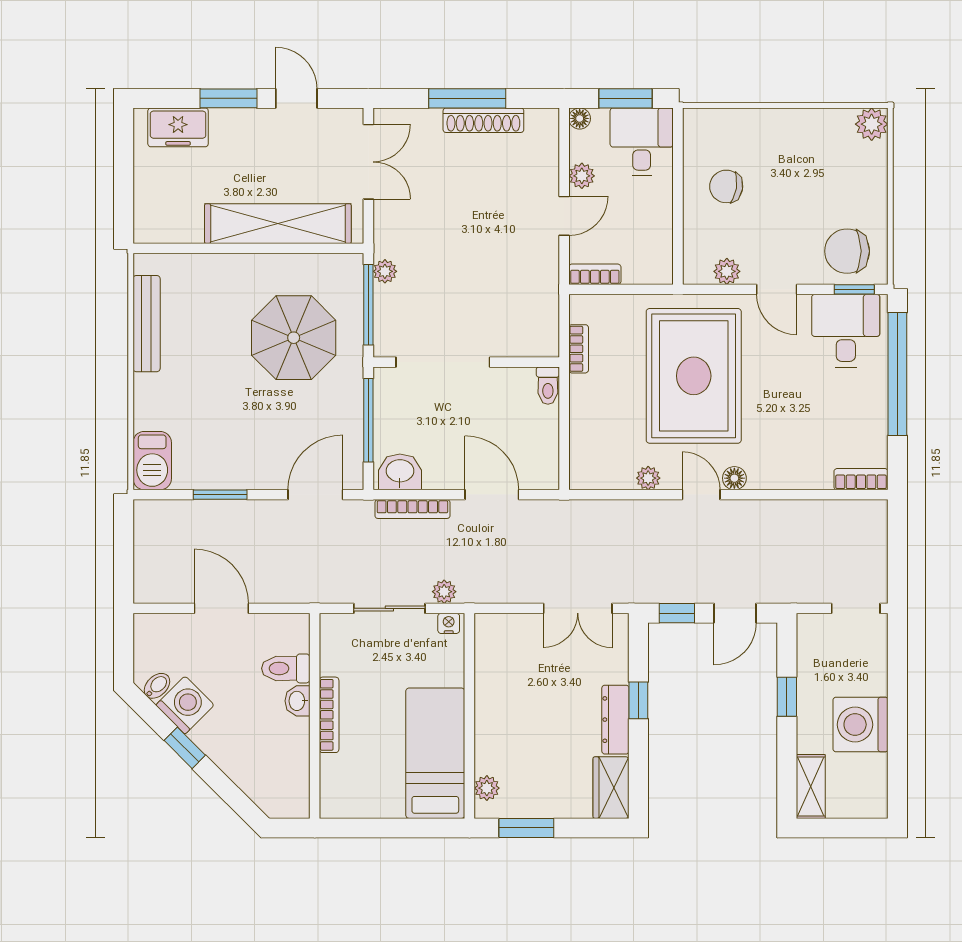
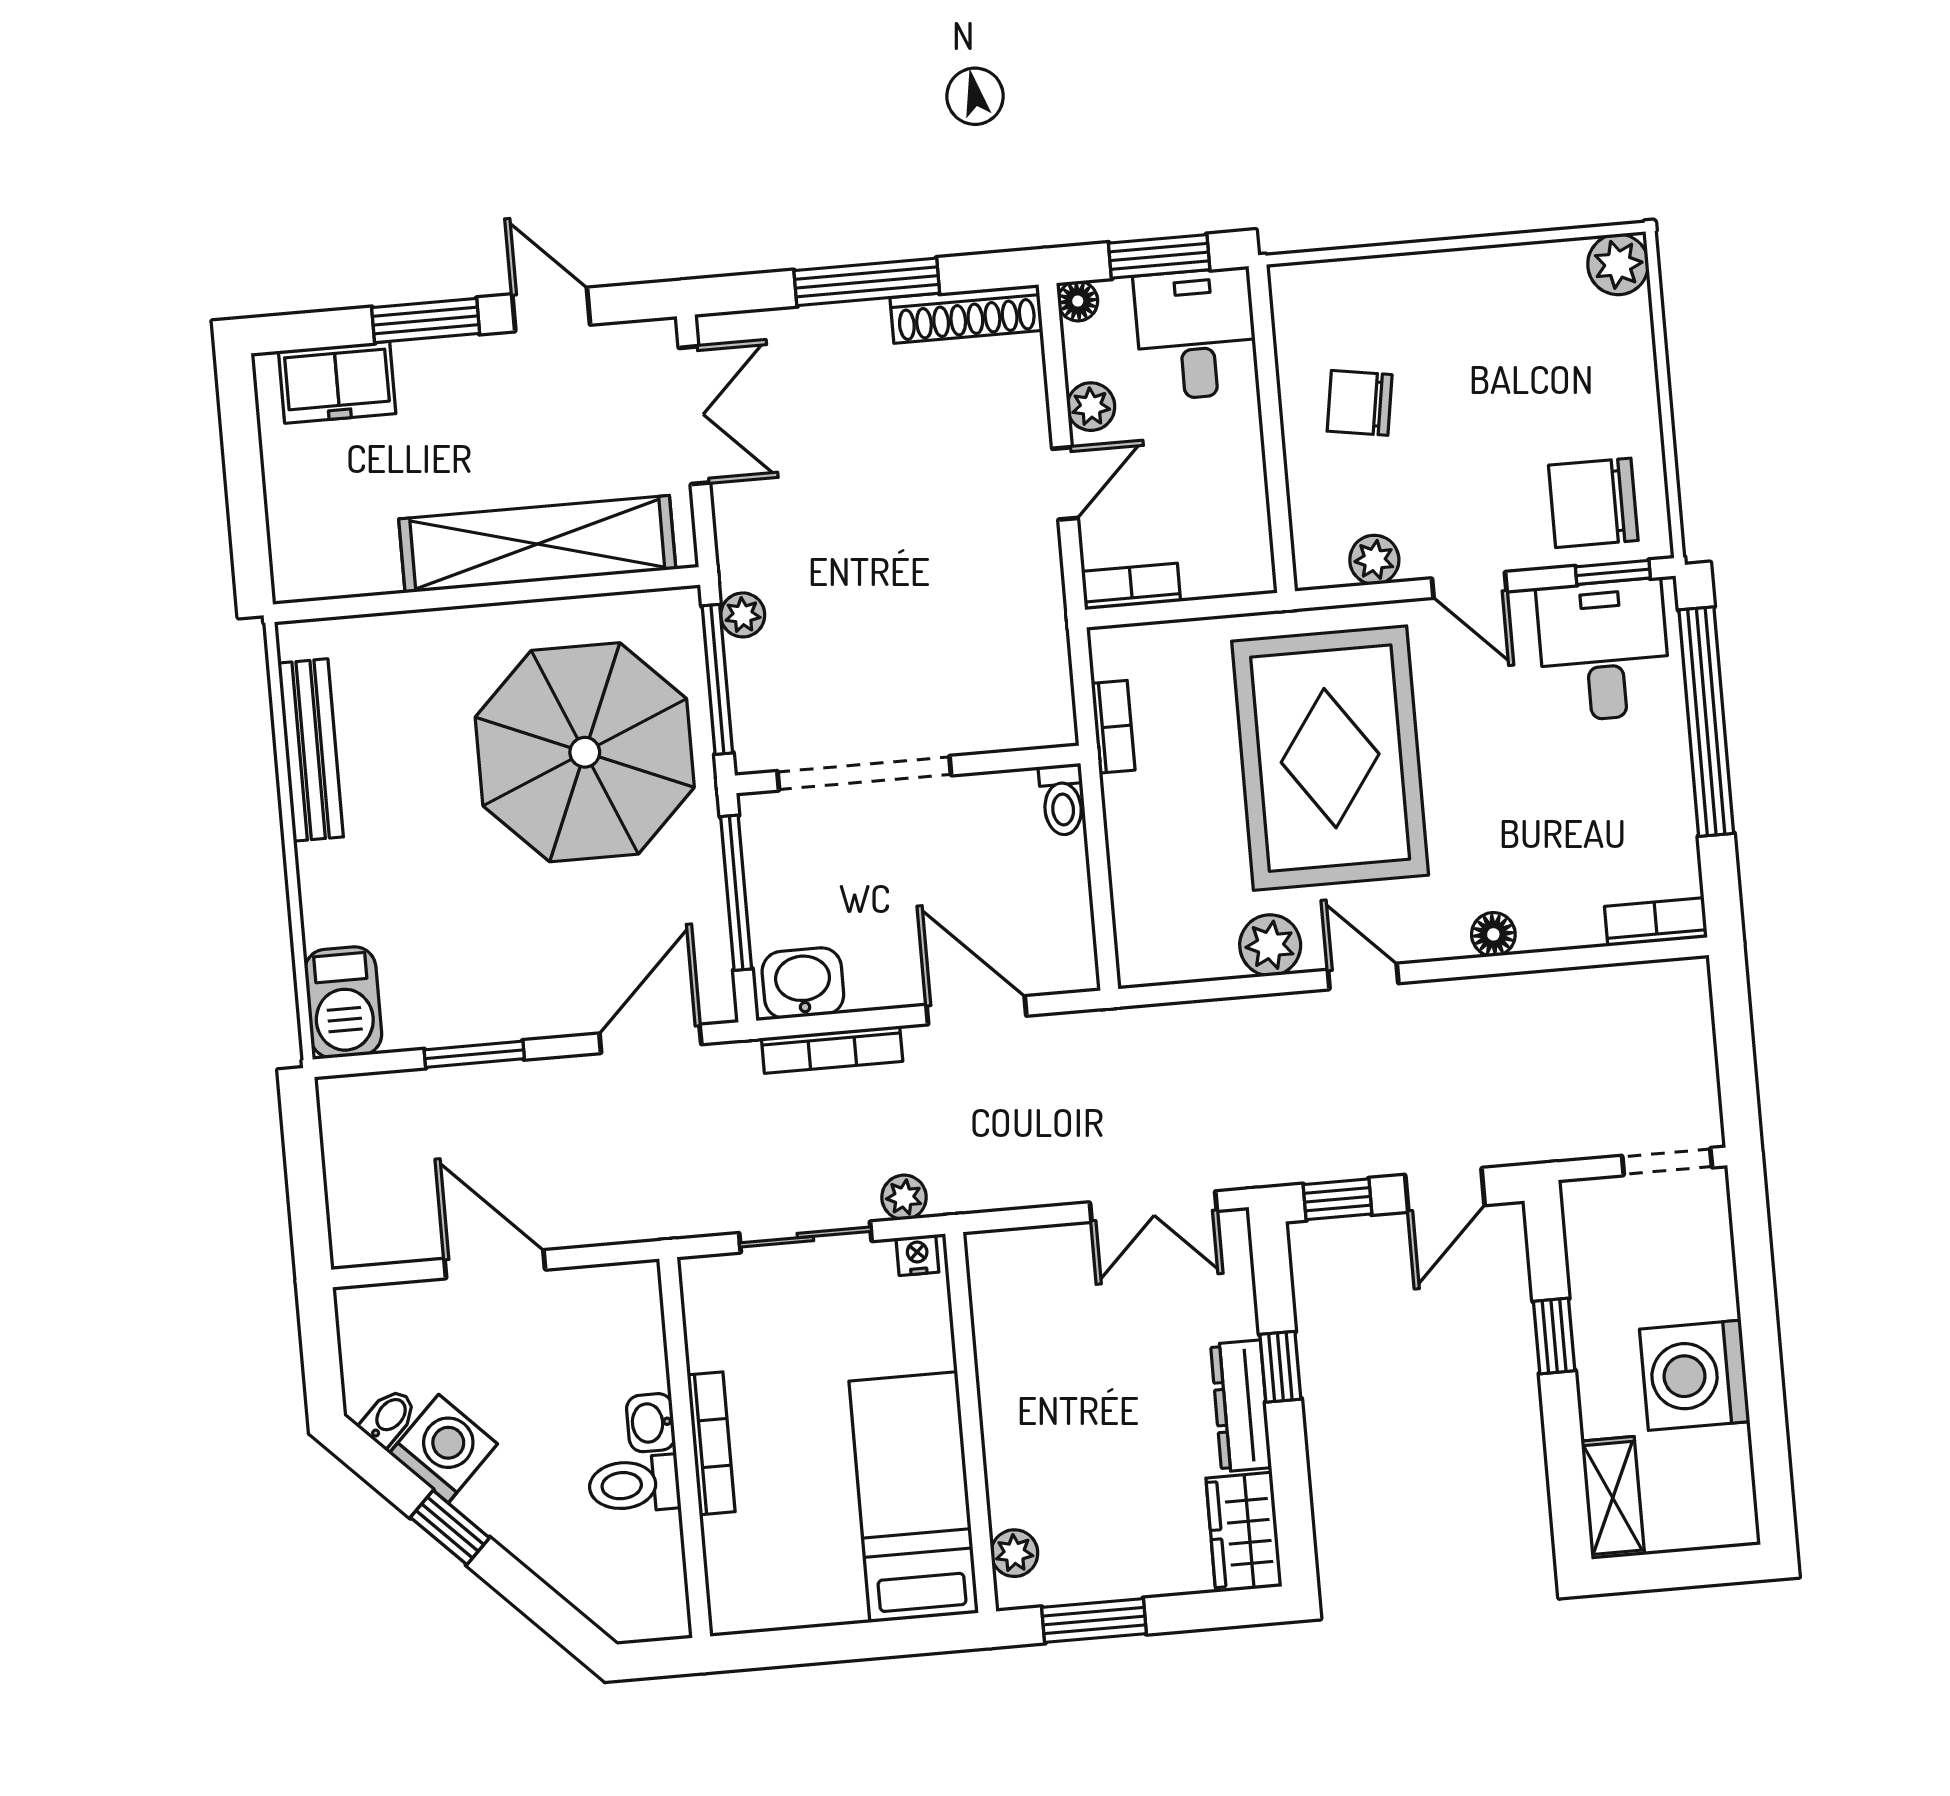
shoe rack: (483, 120) -> (966, 314), moved
parasol: (294, 338) -> (585, 752), width x1.36, depth x1.36
plant: (648, 478) -> (1270, 945), width x1.38, depth x1.38
floor lamp: (734, 478) -> (1493, 934), moved
toilet: (286, 668) -> (634, 1485), moved

